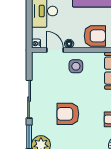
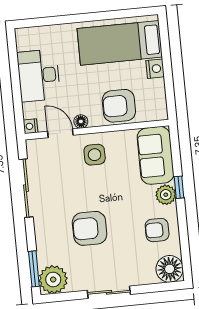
armchair: (95, 36) -> (119, 106), turned 180
sliding door: (29, 99) -> (26, 188), moved

